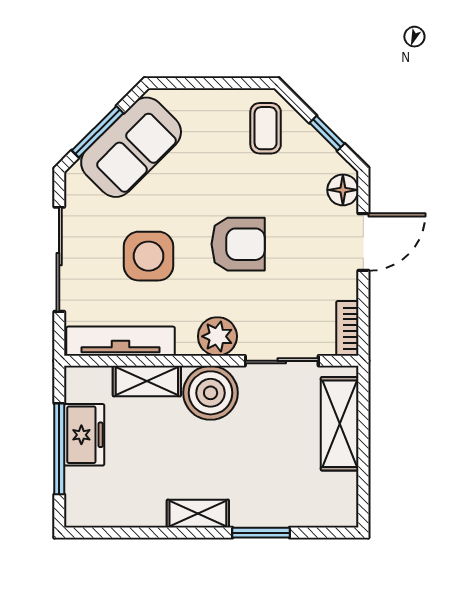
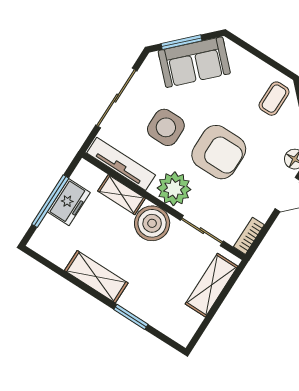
armchair: (238, 244) -> (219, 152), width x1.36, depth x1.36
plant: (217, 336) -> (174, 189), width x1.36, depth x1.36
shelving: (198, 514) -> (96, 277), width x1.50, depth x1.33

